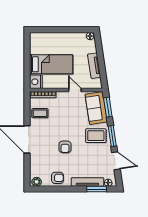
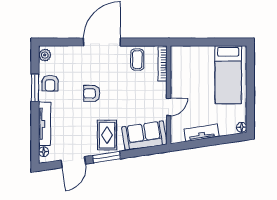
bed: (51, 64) -> (228, 75), moved
nightstand: (36, 82) -> (180, 54), removed
window: (108, 107) -> (146, 151), removed
window: (97, 189) -> (35, 88), moved

